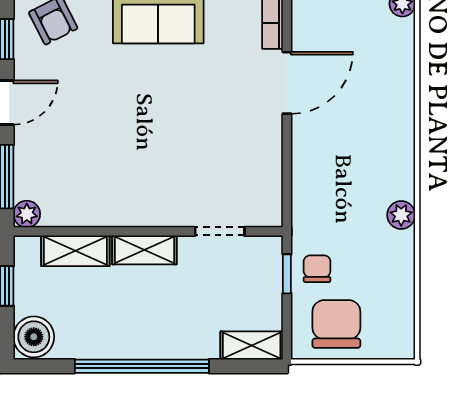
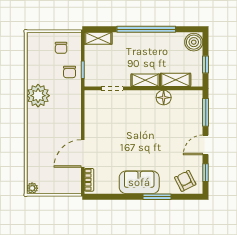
floor lamp: (103, 210) -> (164, 98), added
plant: (27, 214) -> (197, 96), removed
plant: (401, 215) -> (38, 96), width x1.87, depth x1.87
chair: (336, 324) -> (61, 48), width x0.54, depth x0.54

